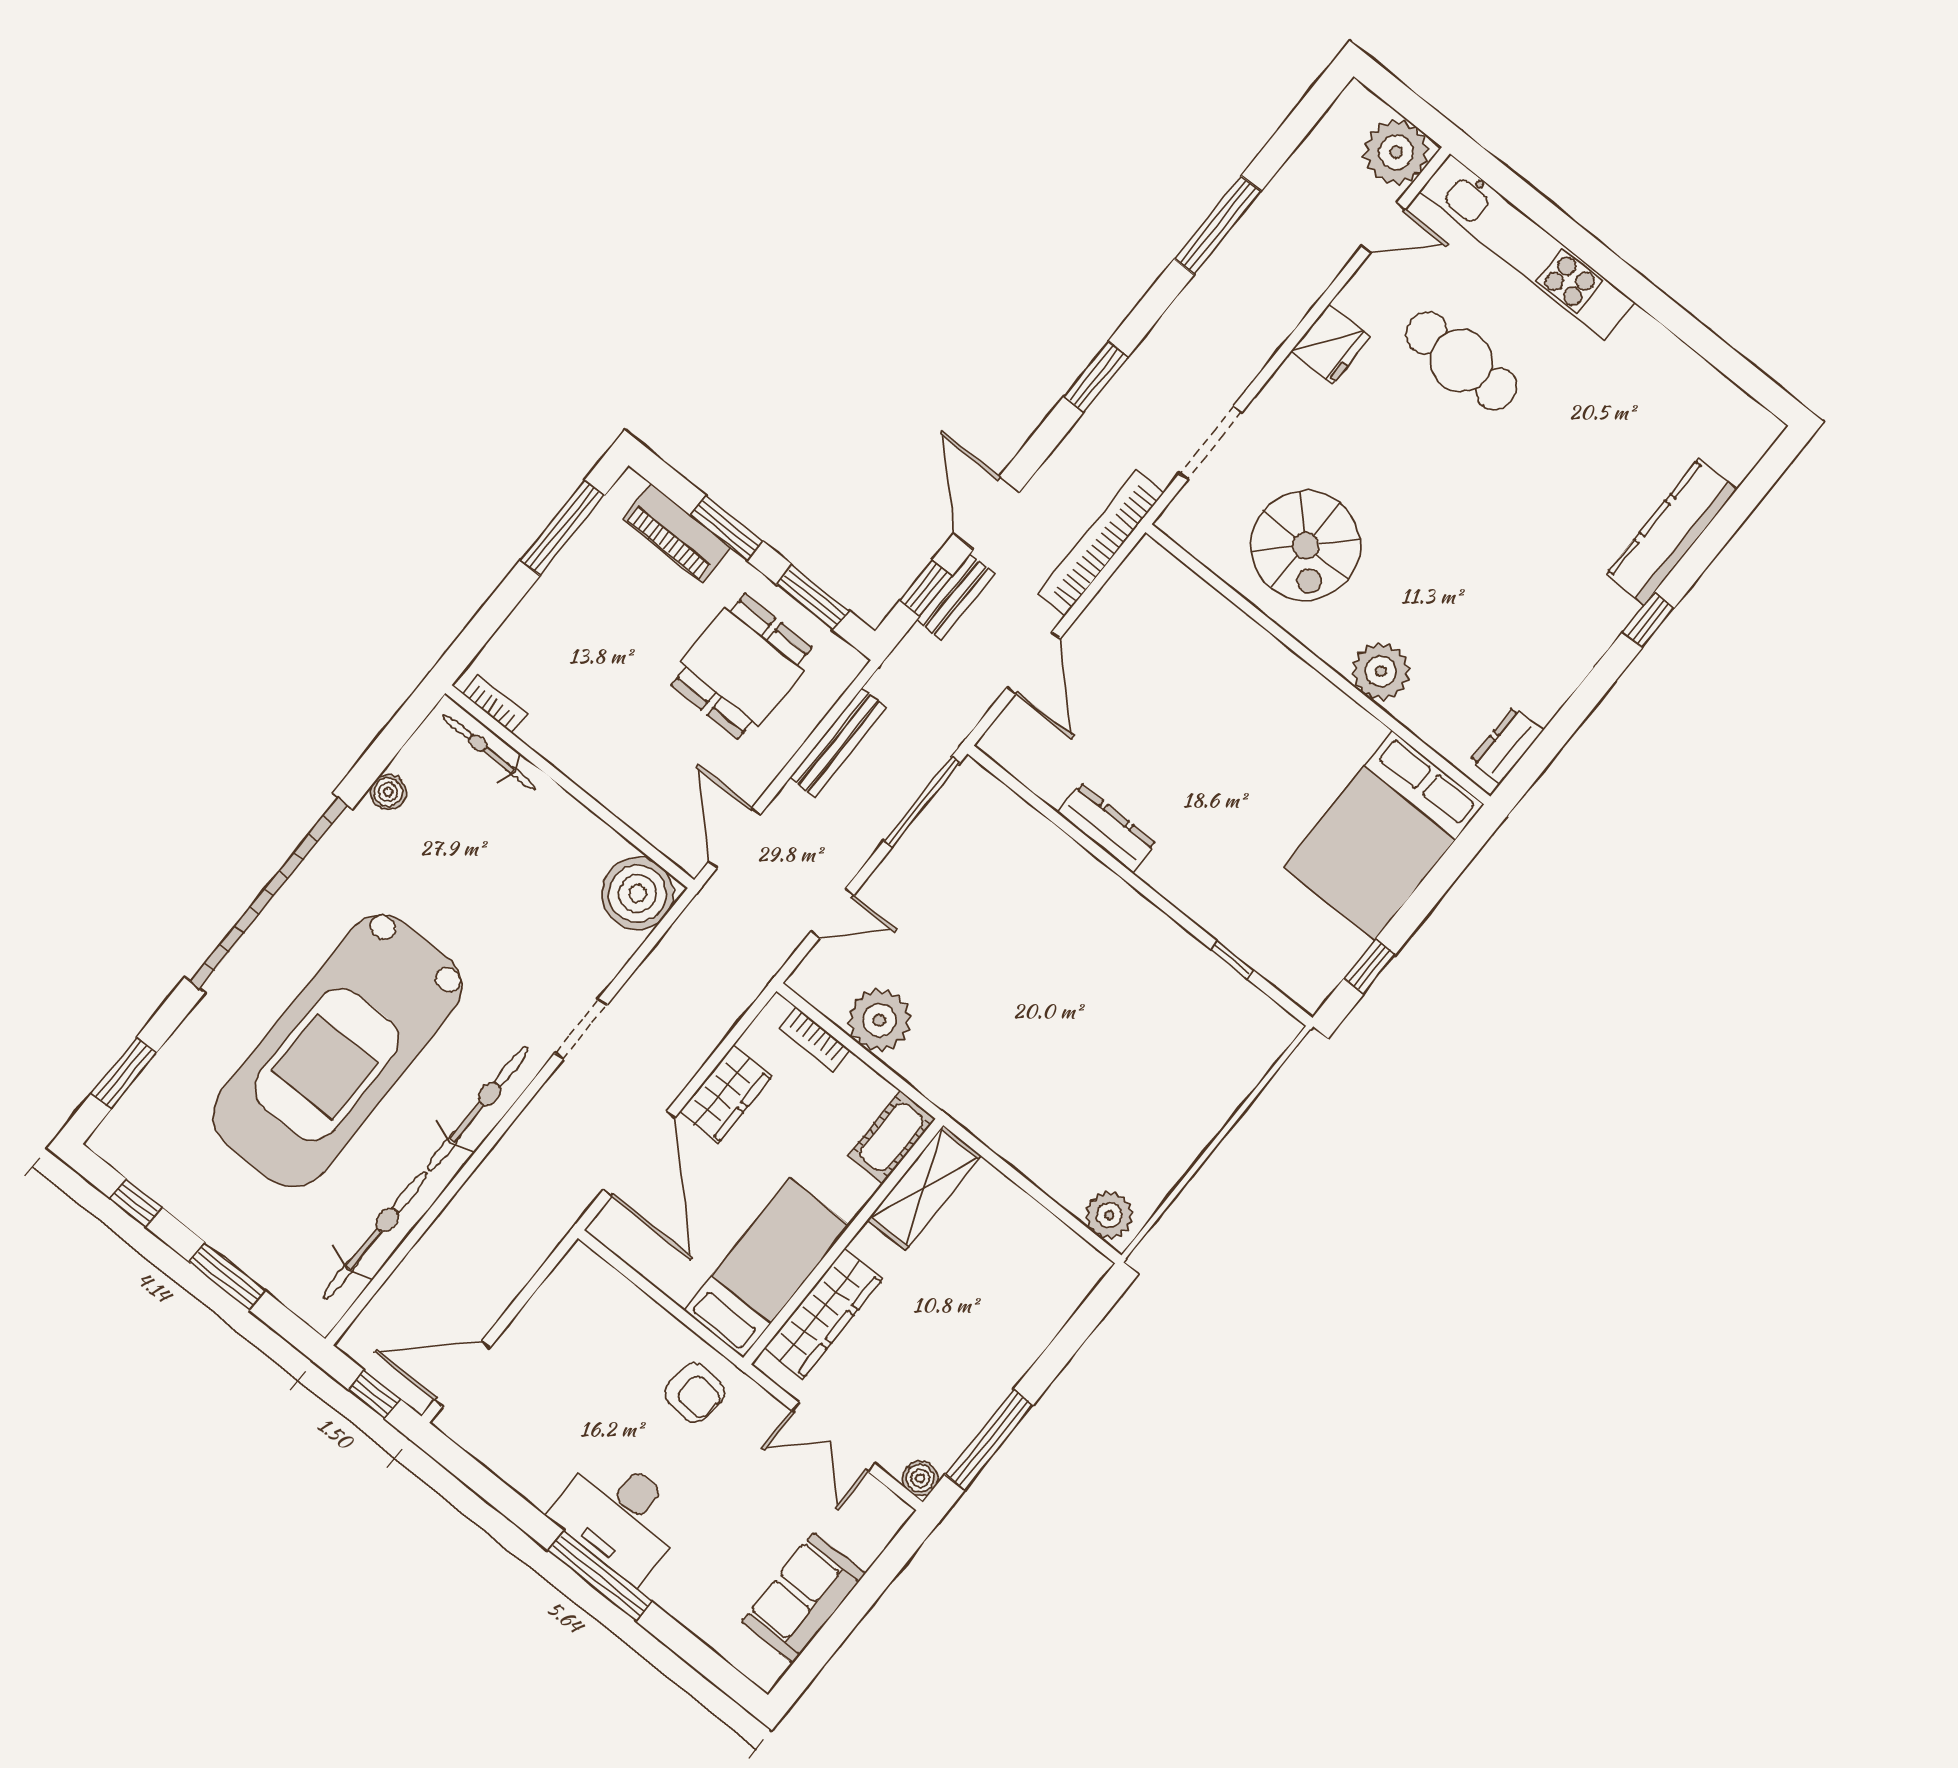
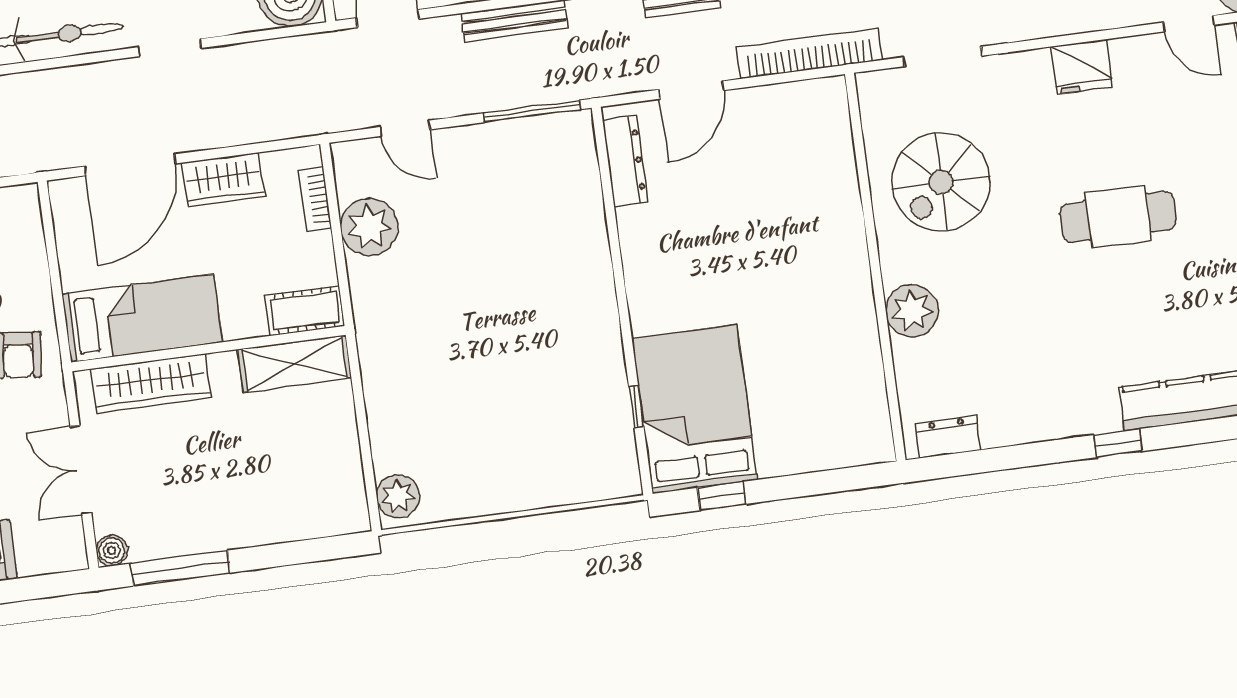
cafe table: (1461, 361) -> (1118, 217), moved, turned 90
dresser: (1106, 828) -> (625, 161), moved
bed: (1384, 836) -> (694, 409), moved, turned 90

